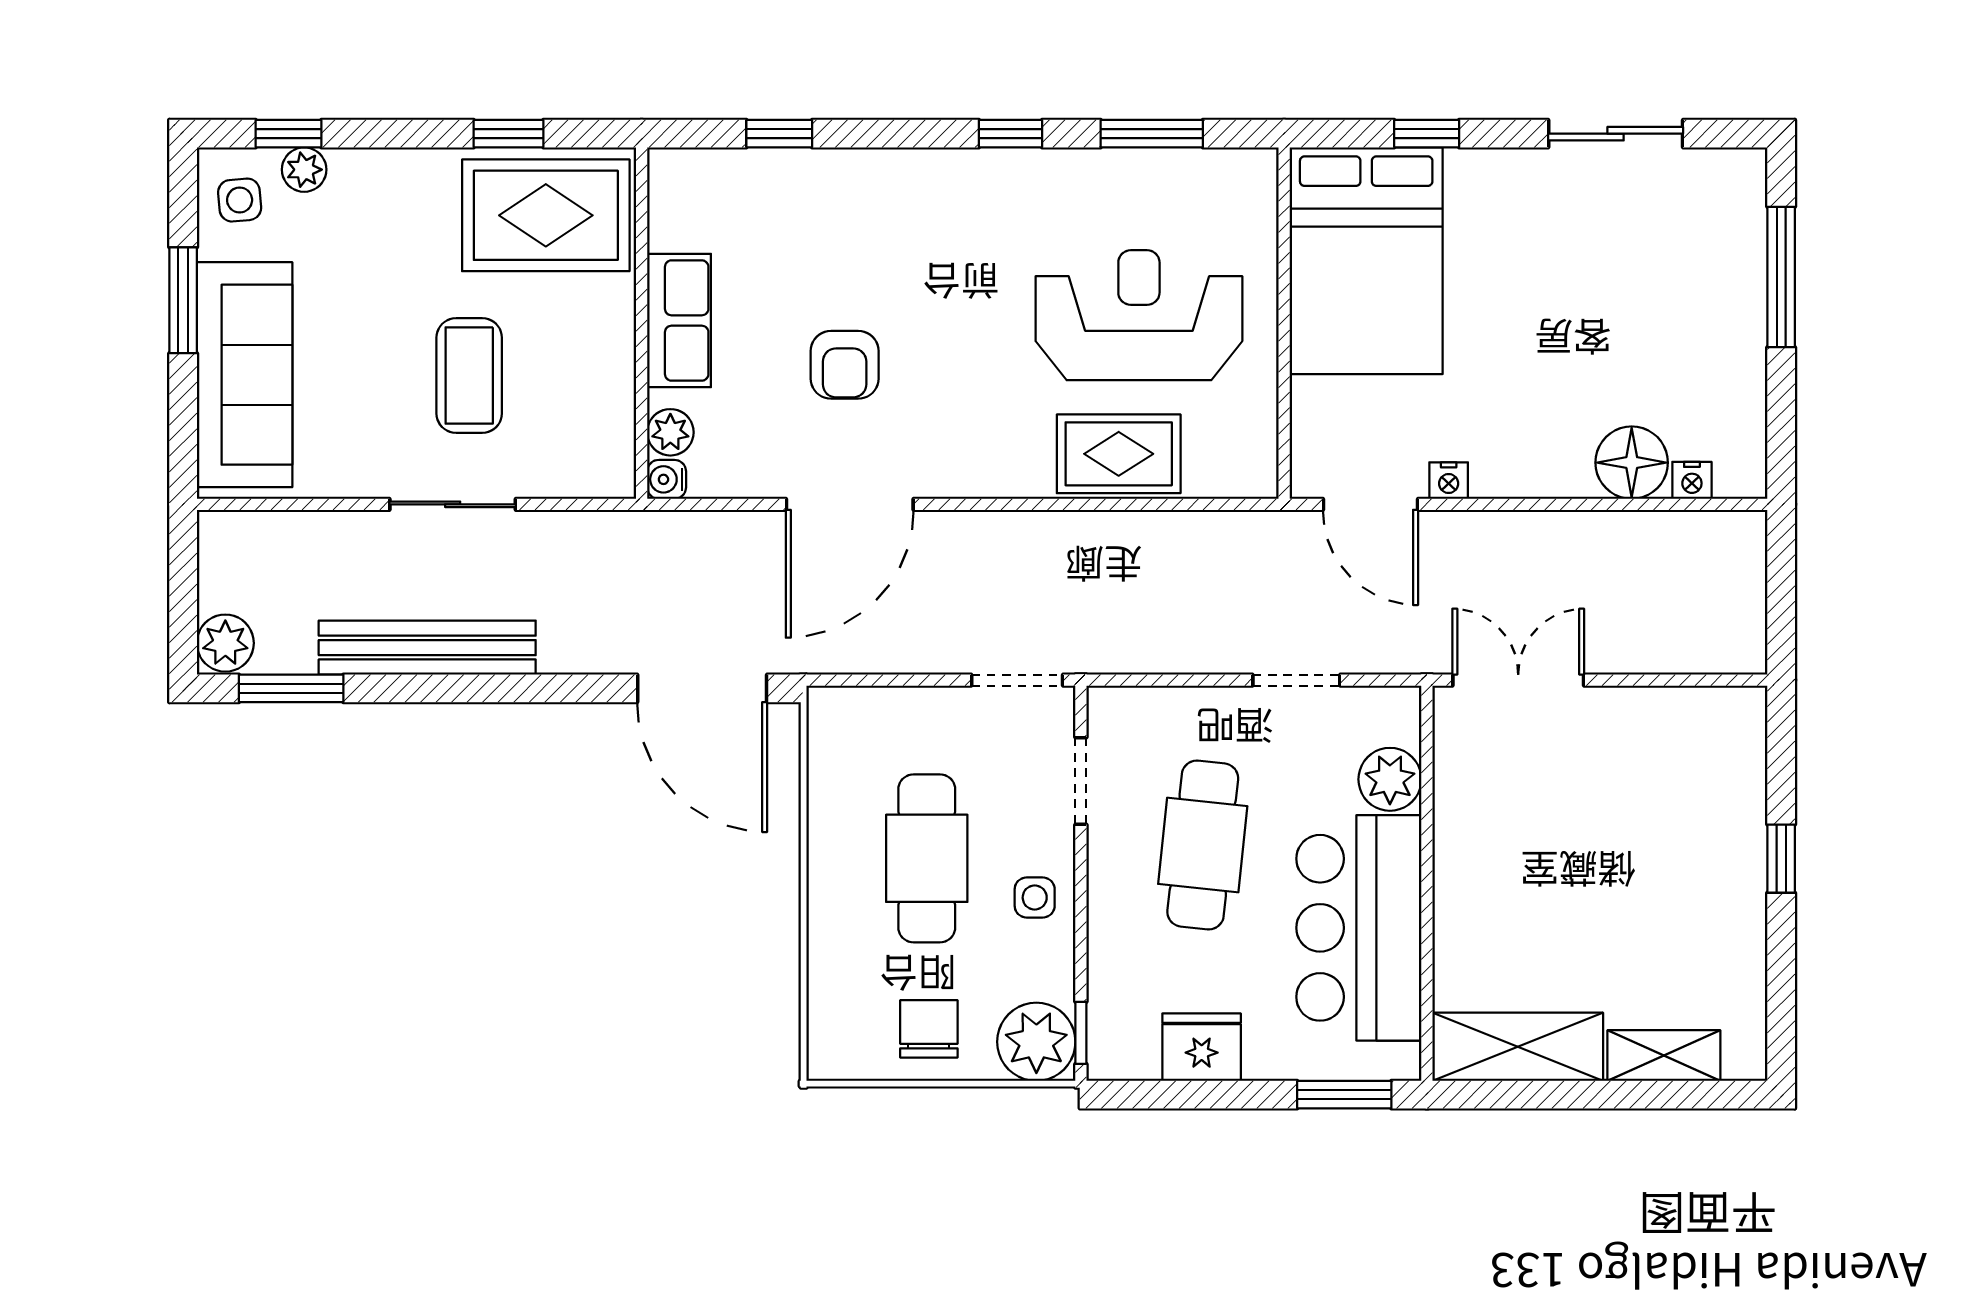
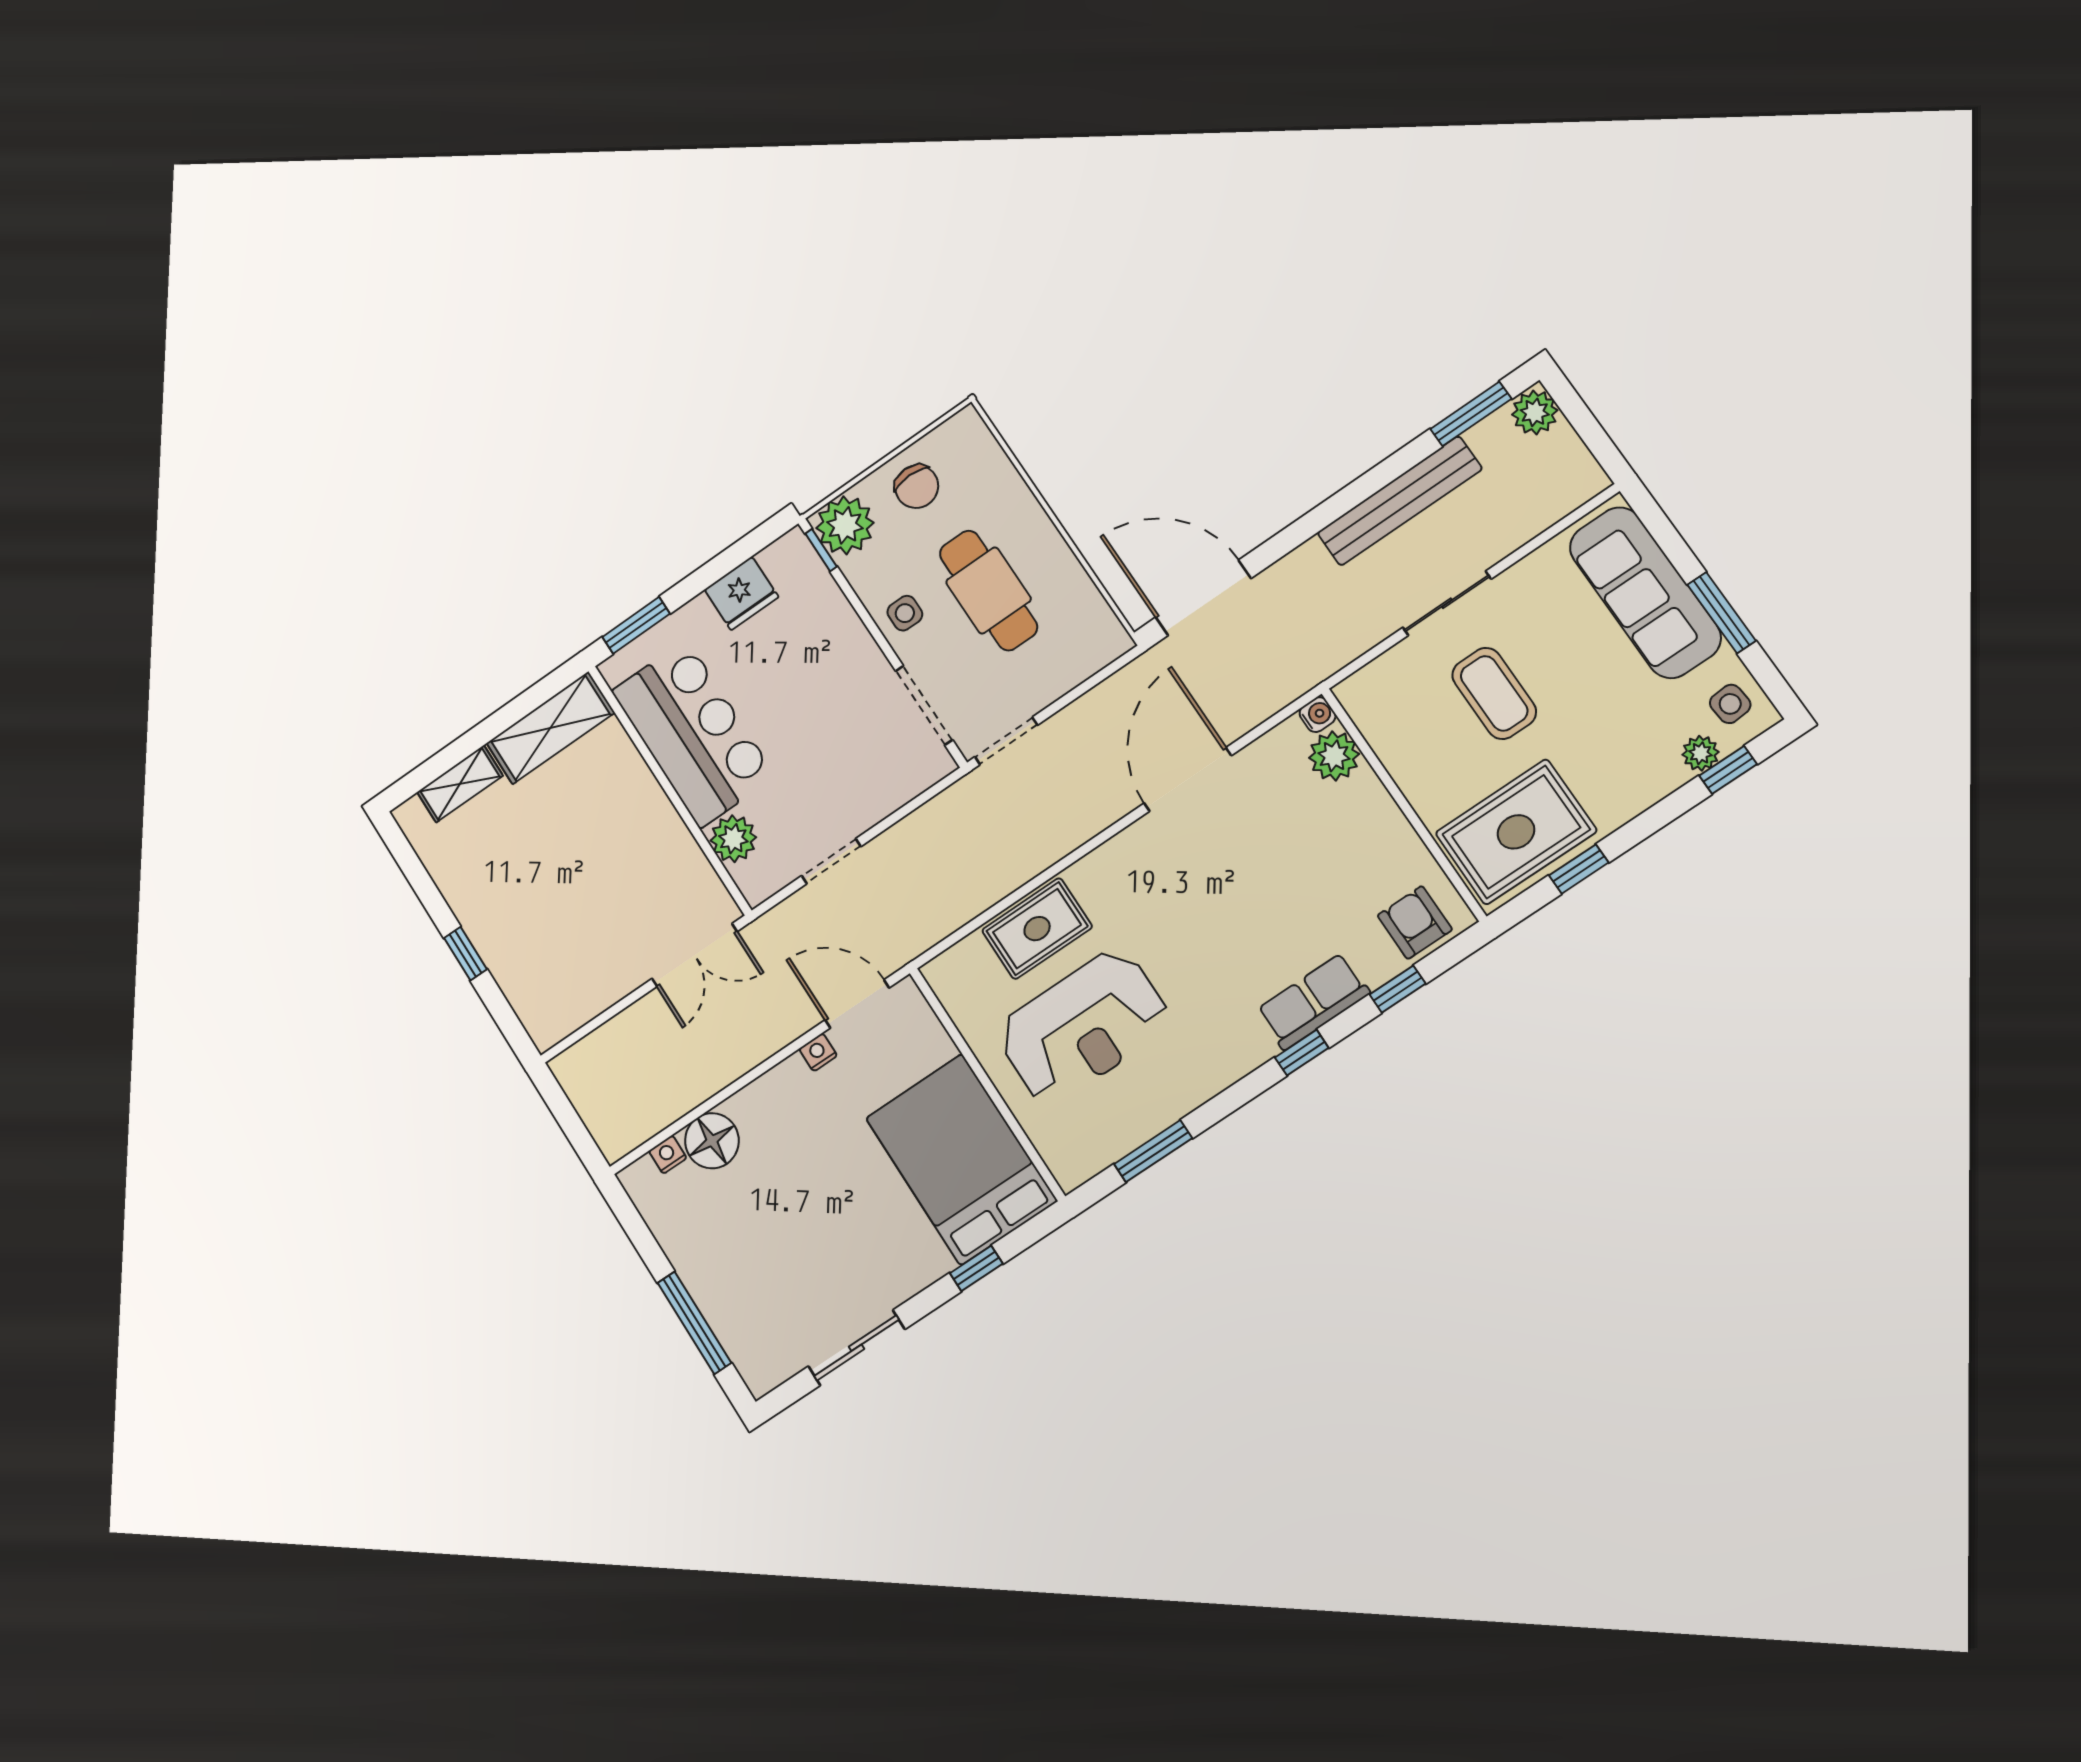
window: (1010, 134) -> (1302, 1053), moved
row of seats: (679, 320) -> (1313, 1001), moved, turned 90
armchair: (845, 365) -> (1415, 923), moved
plant: (670, 432) -> (1334, 756), width x1.38, depth x1.38
doorway: (1081, 781) -> (924, 705), width x1.38
cafe table: (1203, 845) -> (822, 718), removed

